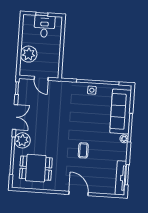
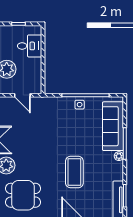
desk: (44, 26) -> (30, 46), moved, turned 90
coffee table: (83, 150) -> (74, 172), width x1.86, depth x1.72

